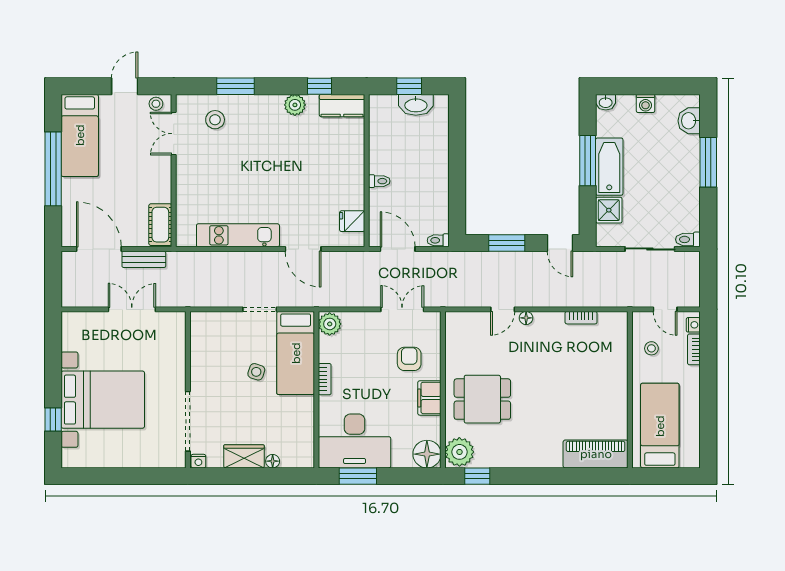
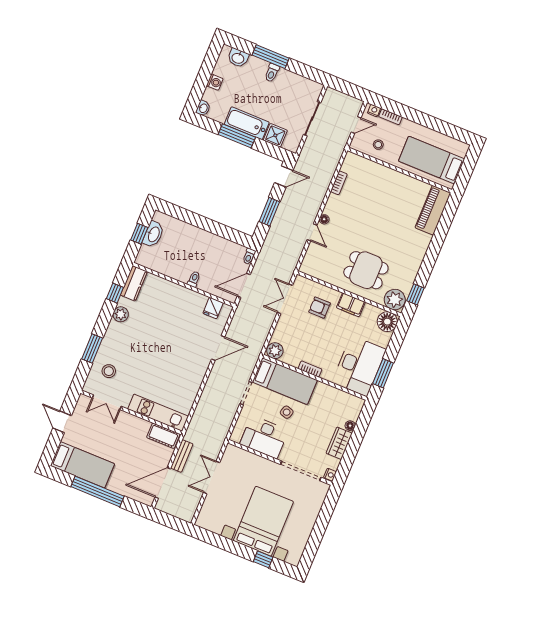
stool: (156, 104) -> (82, 406), removed
kitchen unit: (238, 235) -> (158, 413), moved, turned 90
toilet: (688, 239) -> (272, 73), moved
desk: (212, 356) -> (264, 437), added
dining table: (482, 399) -> (366, 270), turned 90

